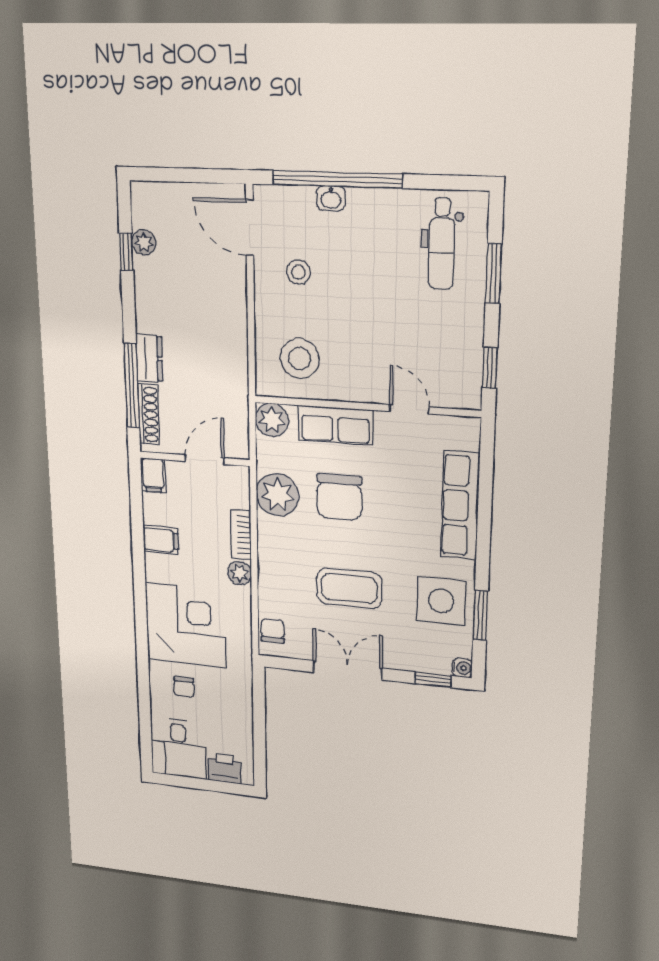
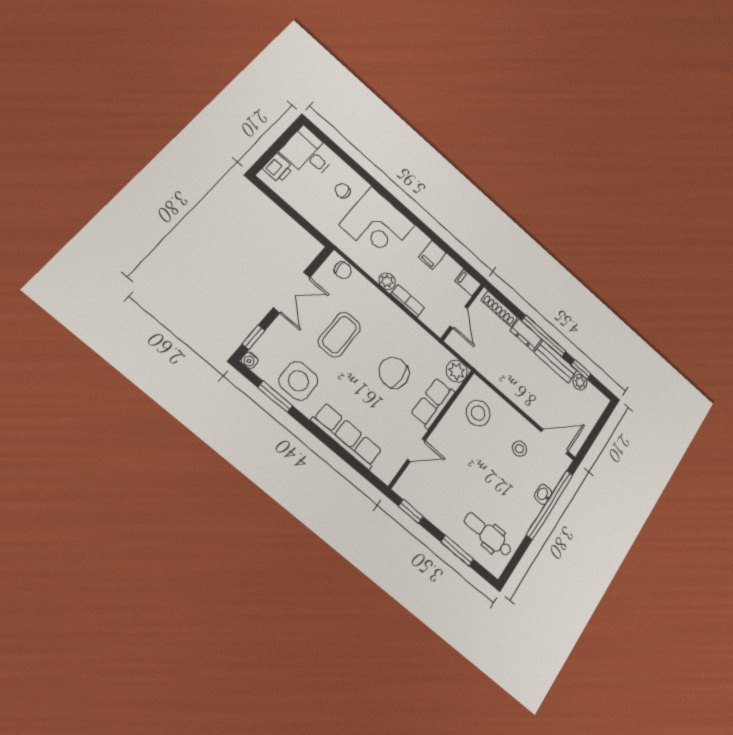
bench: (147, 295) -> (556, 362), added
window: (132, 386) -> (544, 336), moved
plant: (278, 495) -> (416, 340), removed

